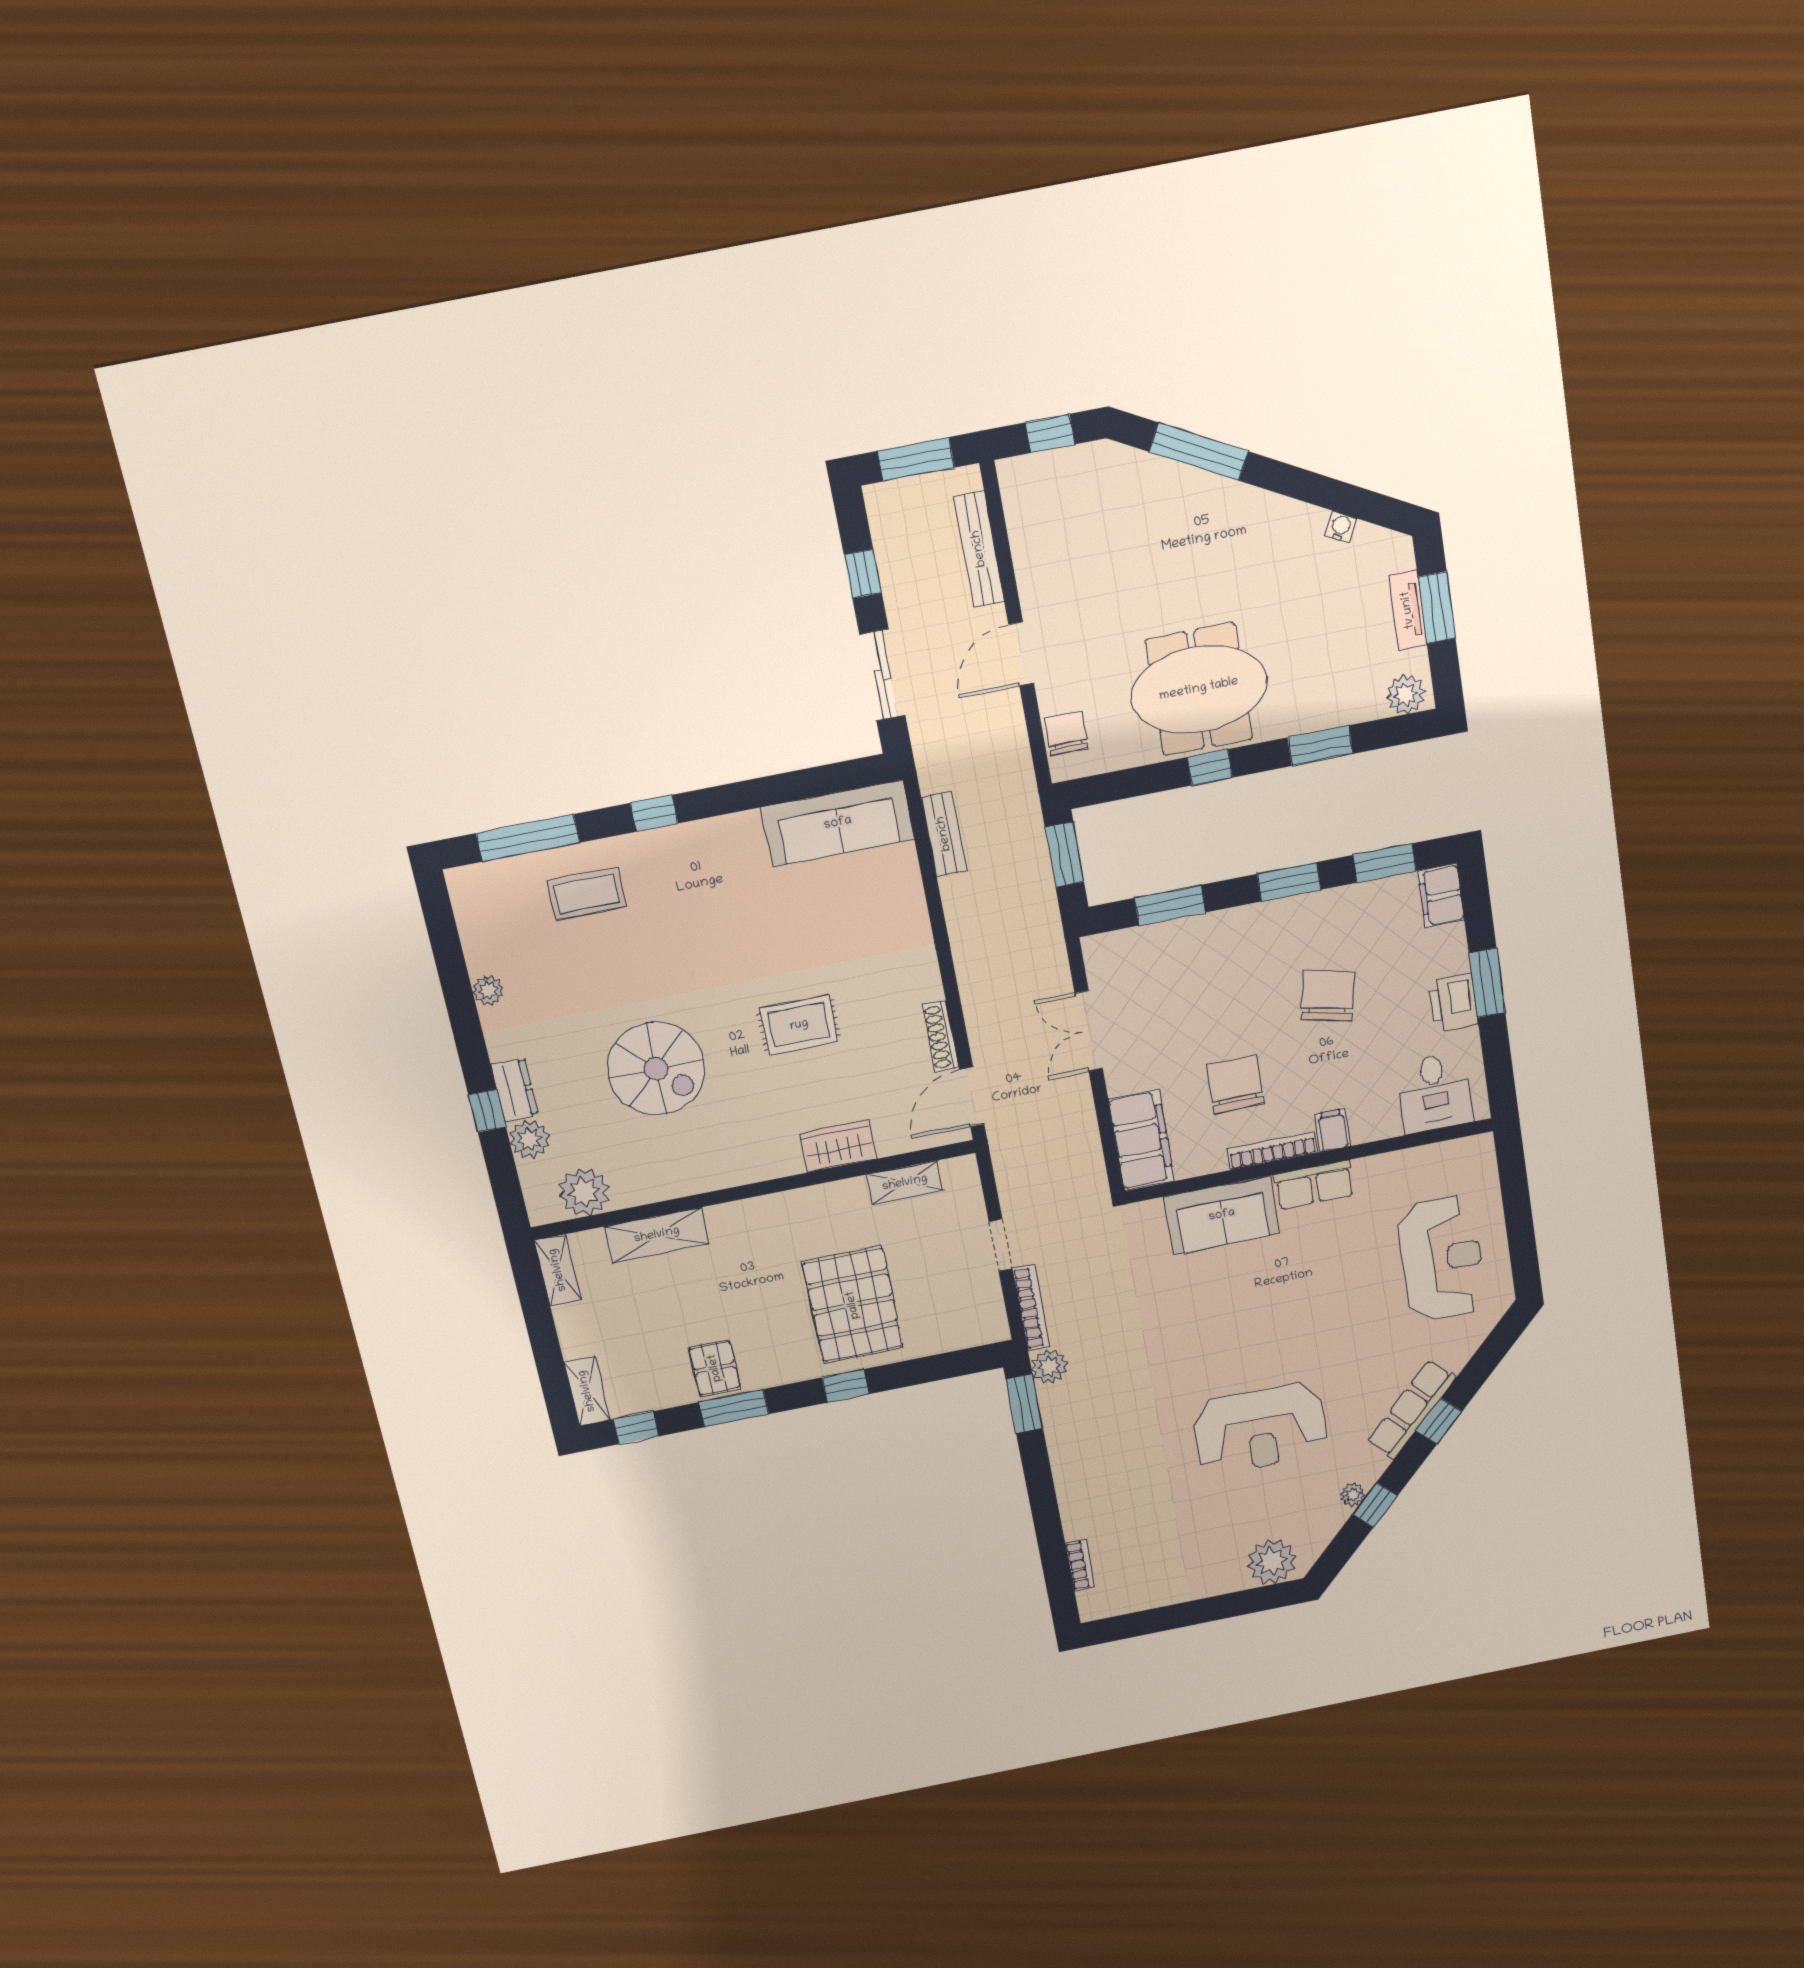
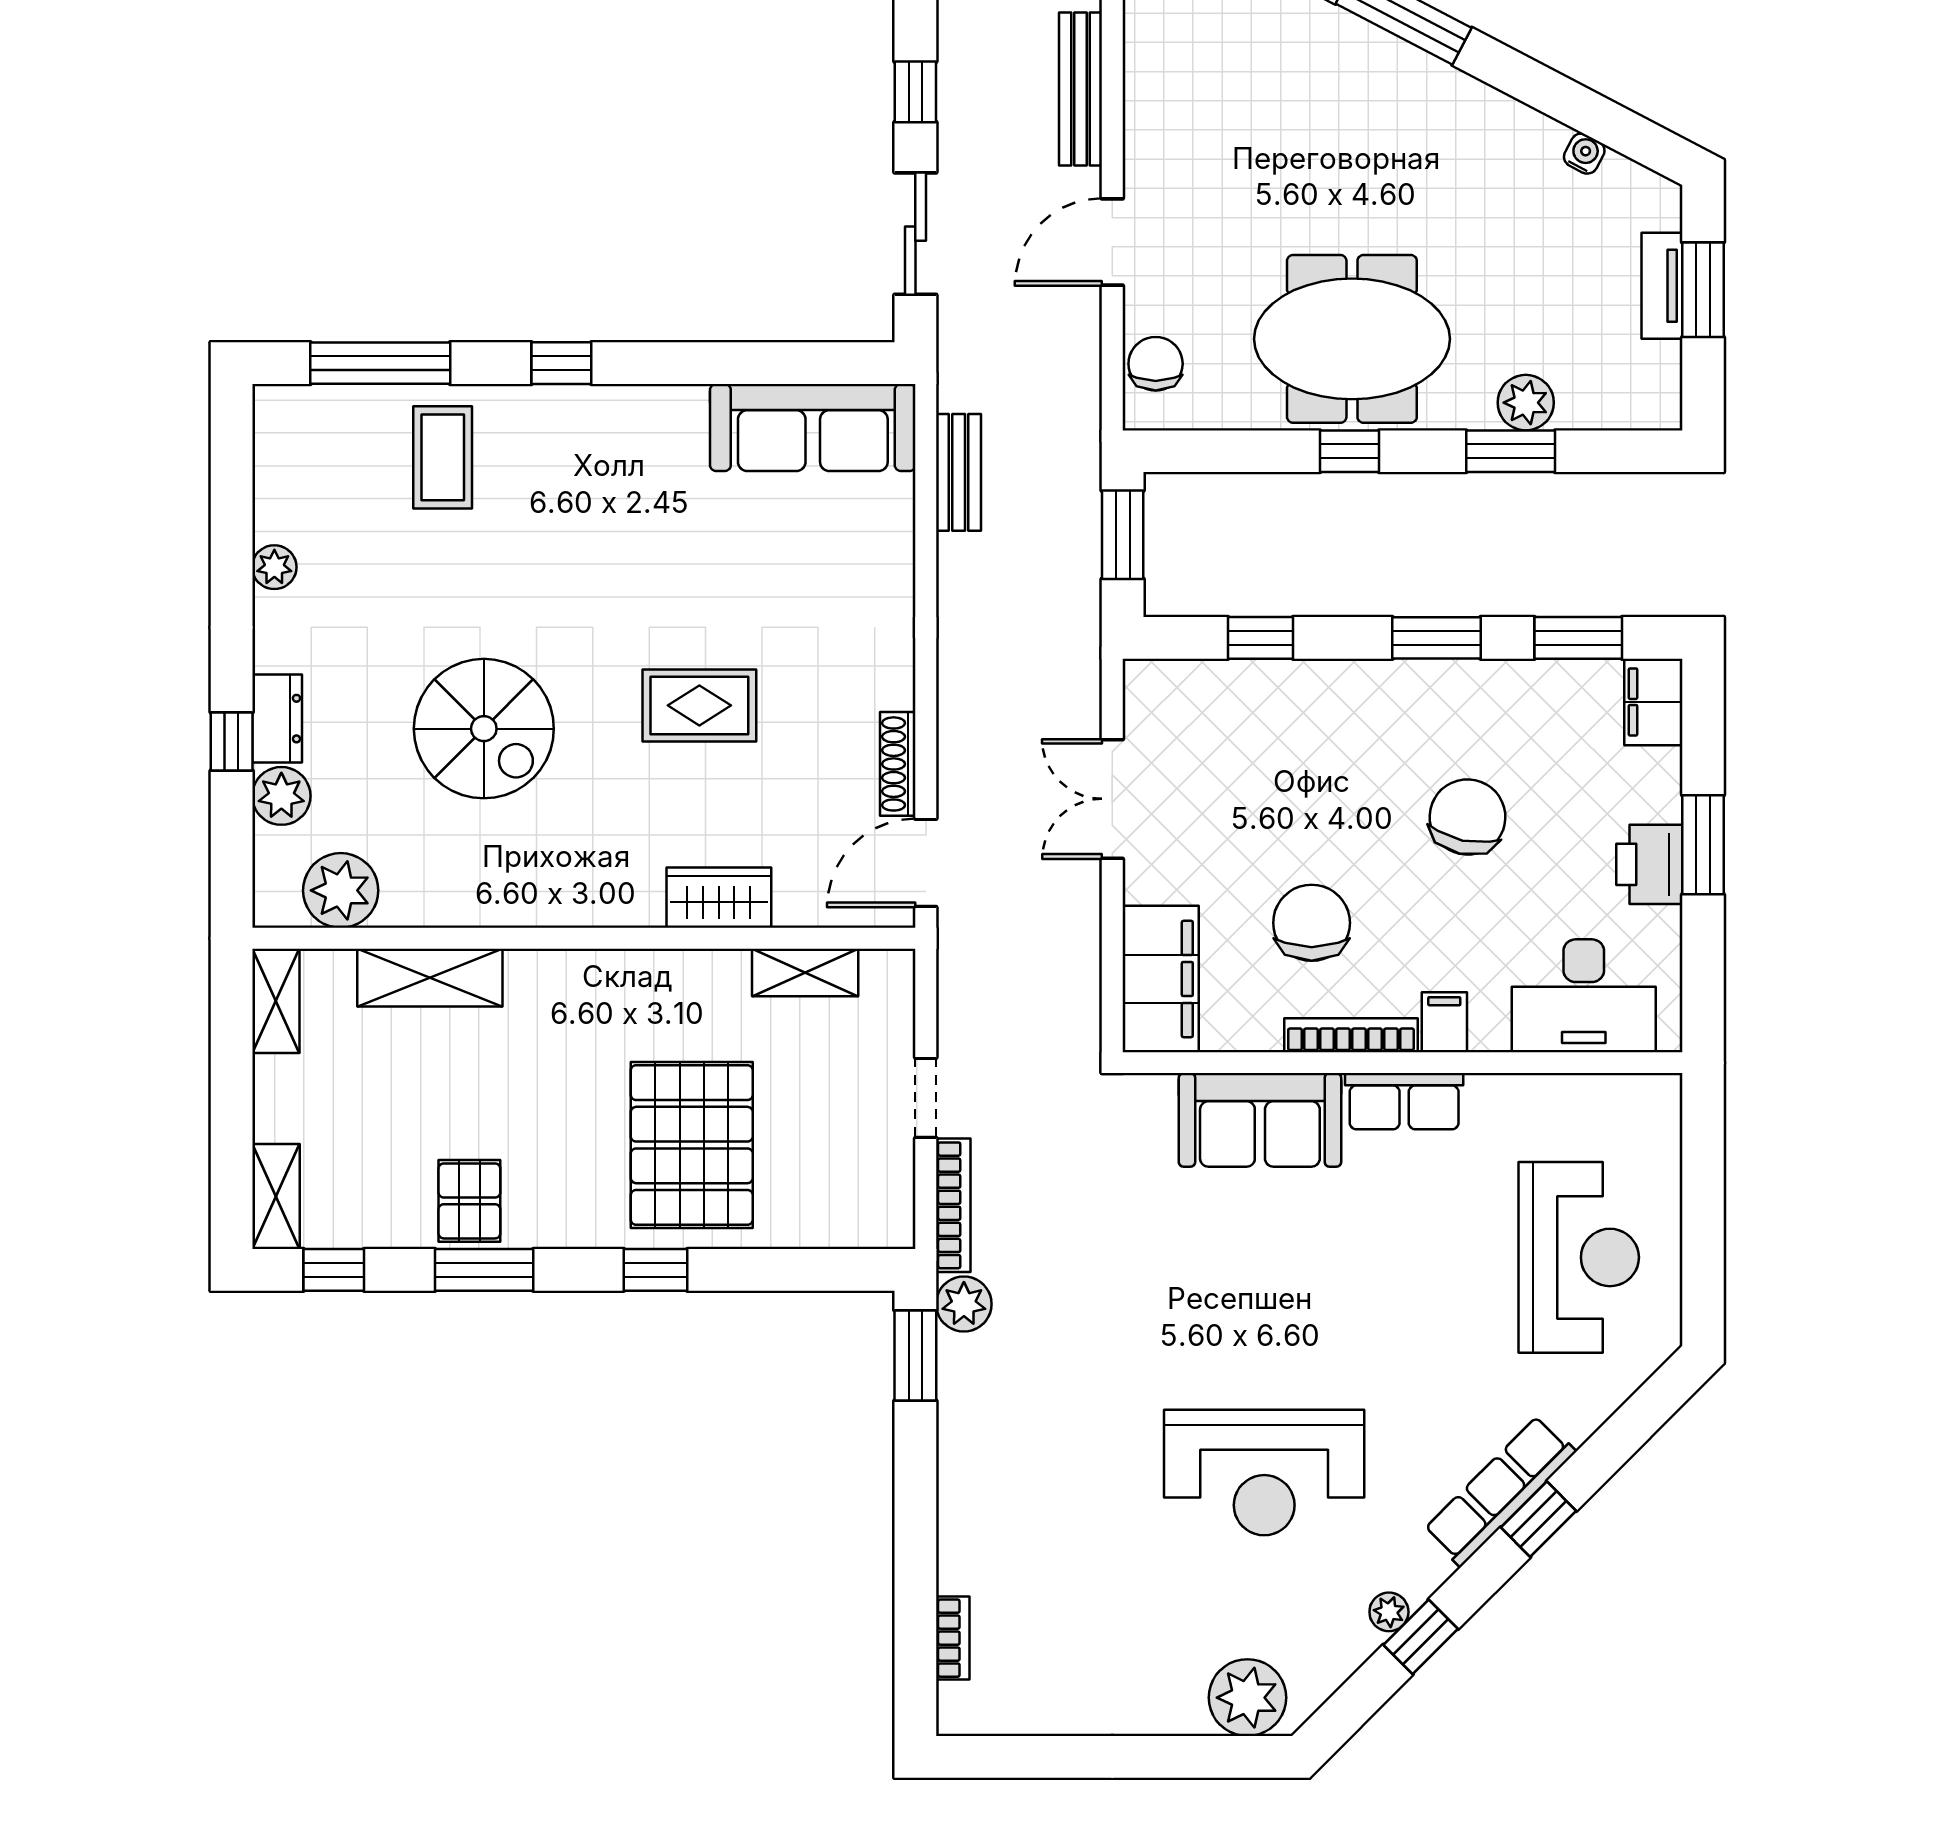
plant: (1406, 695) -> (1526, 403), moved
coffee table: (586, 894) -> (443, 457), turned 90
window: (1170, 905) -> (1261, 638), width x0.67
desk: (1435, 1093) -> (1584, 996), width x1.37

